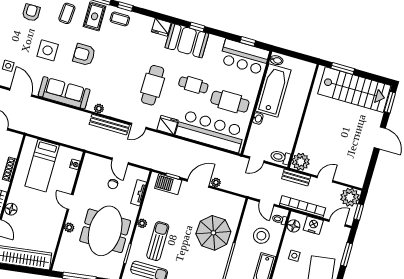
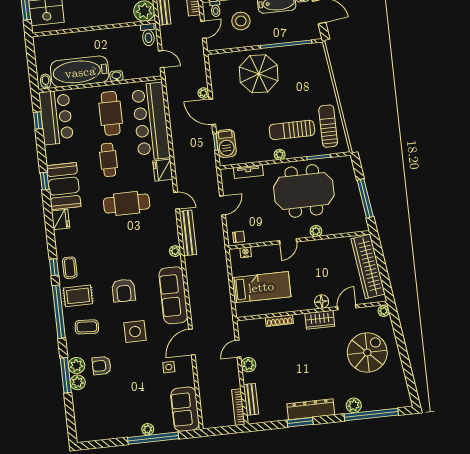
chair: (113, 184) -> (239, 237), moved

